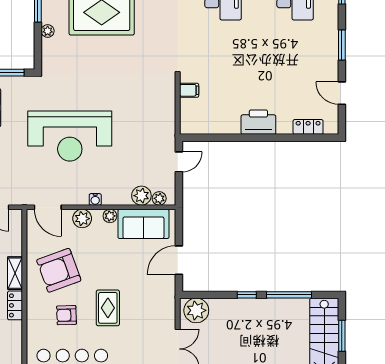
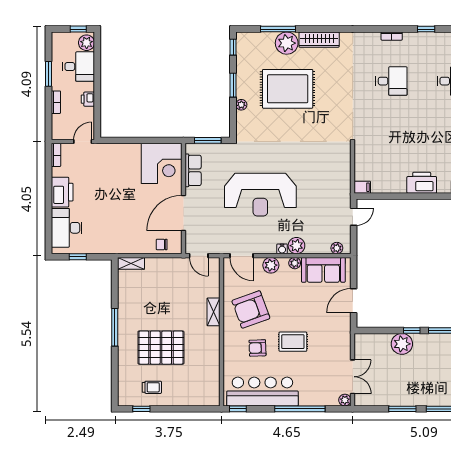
filing cabinet: (189, 90) -> (362, 187), moved
plant: (141, 196) -> (296, 246), moved
locker: (15, 305) -> (214, 340), removed
rug: (108, 308) -> (293, 342), turned 90
plant: (196, 310) -> (402, 344), moved

